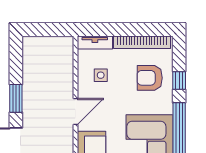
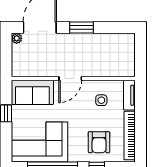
armchair: (150, 78) -> (99, 142), turned 180
door: (75, 111) -> (70, 79), hinge flipped

